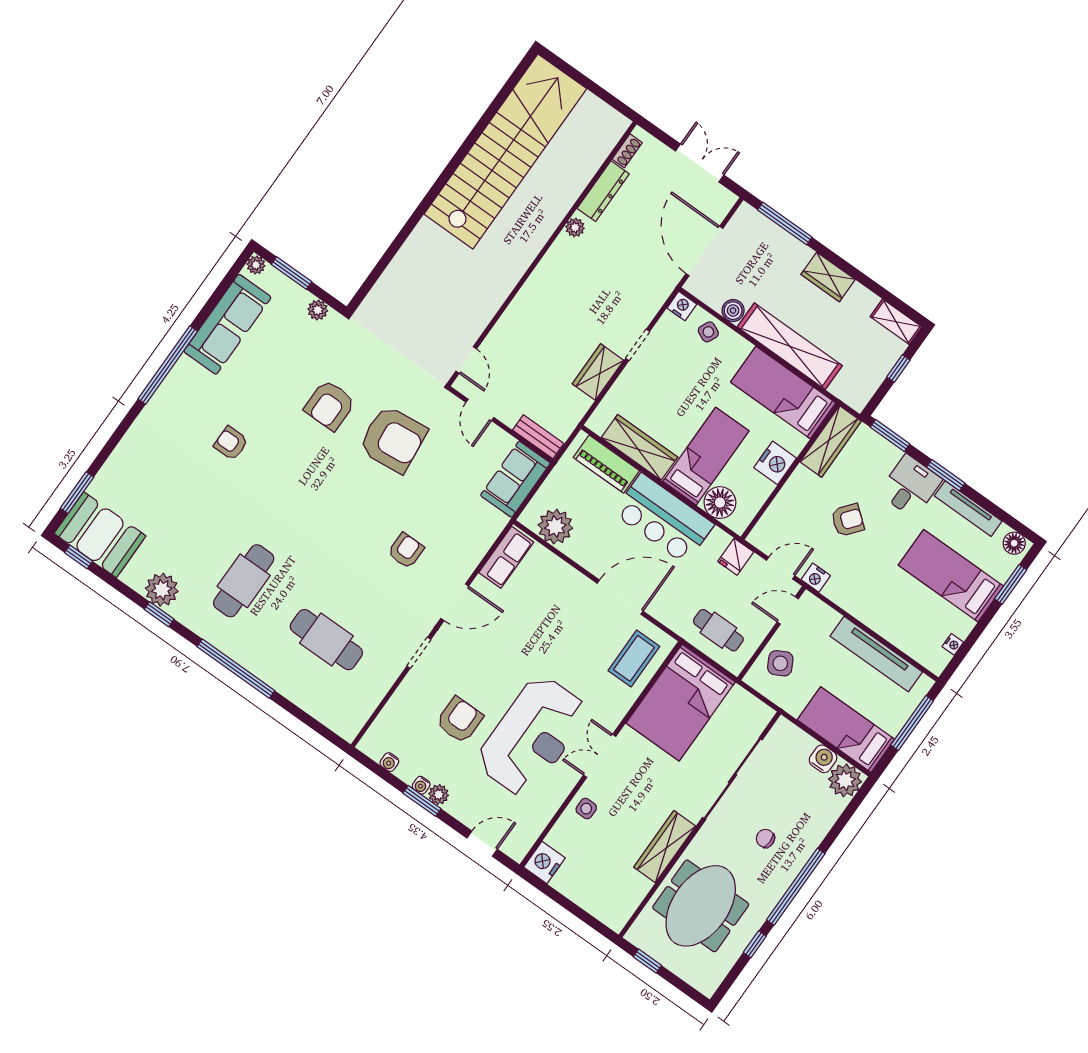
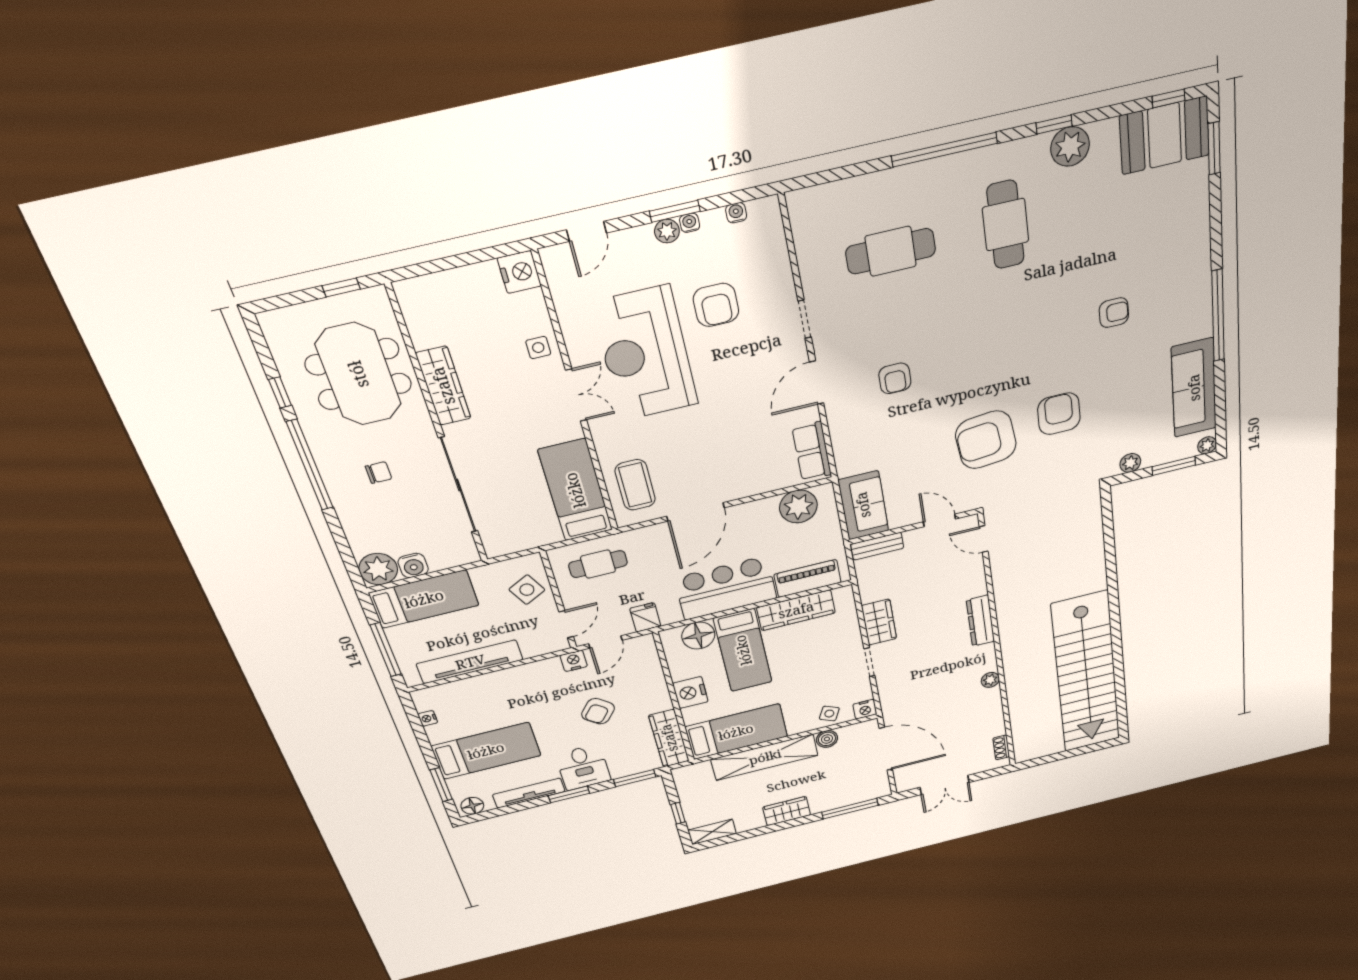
dresser: (603, 191) -> (980, 621), moved
bed: (681, 703) -> (575, 490), width x0.67

